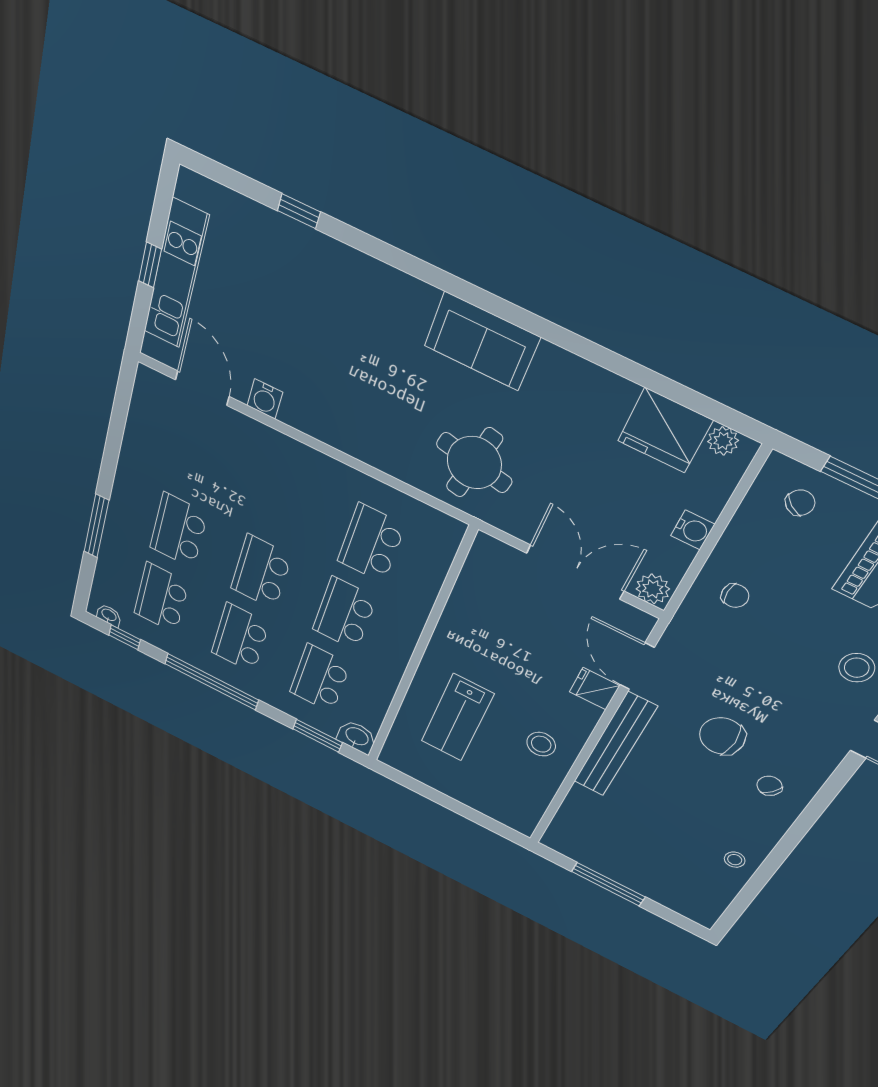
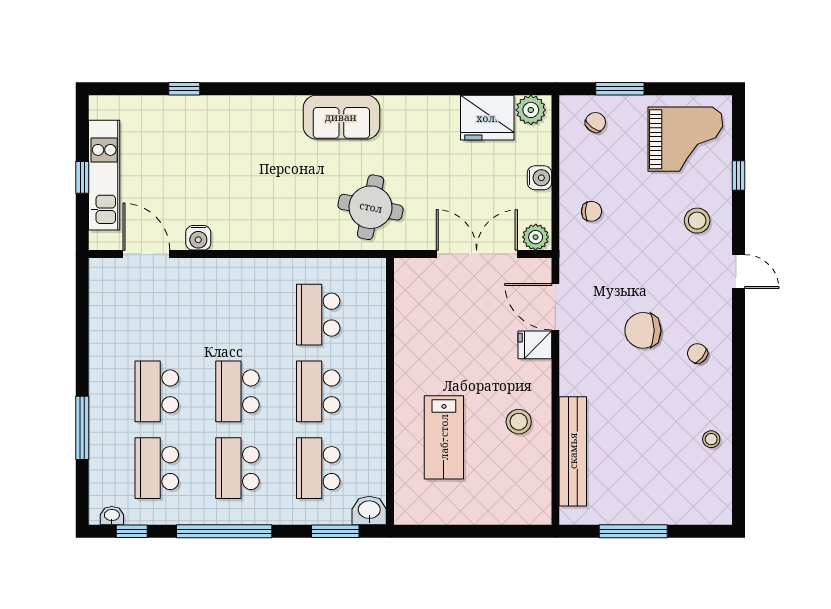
plant: (723, 441) -> (531, 110), width x1.38, depth x1.38
bench: (615, 745) -> (573, 451), moved

